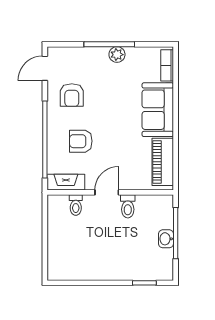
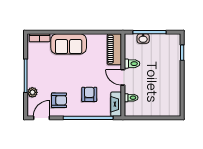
plant: (117, 55) -> (32, 92), moved
door: (45, 68) -> (42, 118), swing flipped
armchair: (81, 141) -> (89, 94), turned 180
piano: (163, 162) -> (114, 49), moved, turned 90
washbasin: (166, 239) -> (143, 39), moved

